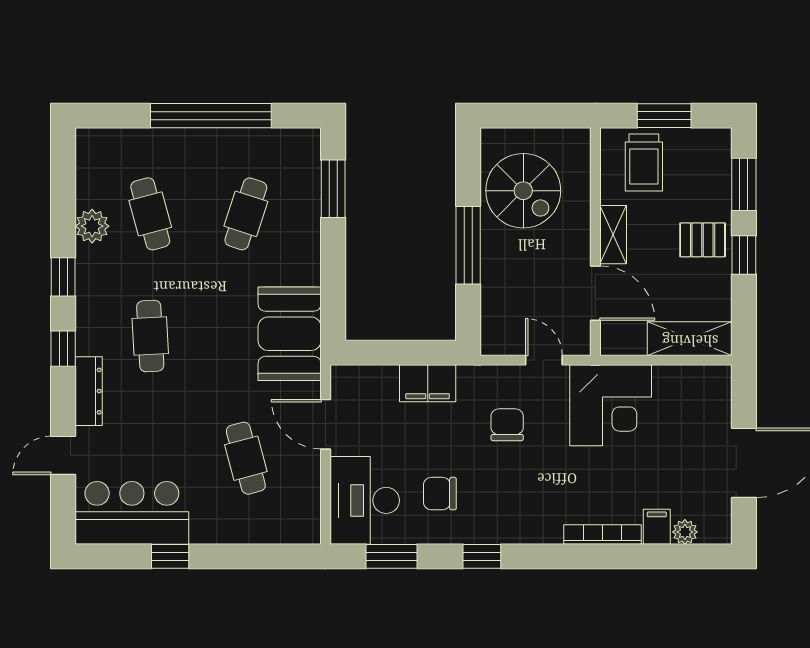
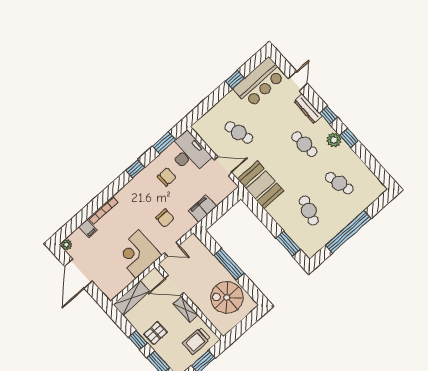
trolley: (644, 162) -> (196, 341), turned -90
plant: (92, 226) -> (334, 140), moved
plant: (685, 532) -> (66, 245), moved

